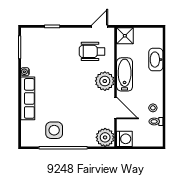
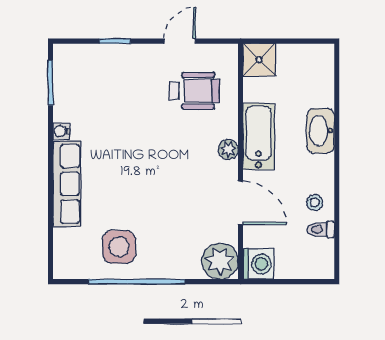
door: (100, 26) -> (180, 41), moved
wheelchair: (92, 51) -> (194, 91), turned 180
washbasin: (156, 60) -> (321, 131), moved
plant: (105, 81) -> (228, 149), width x0.53, depth x0.53

